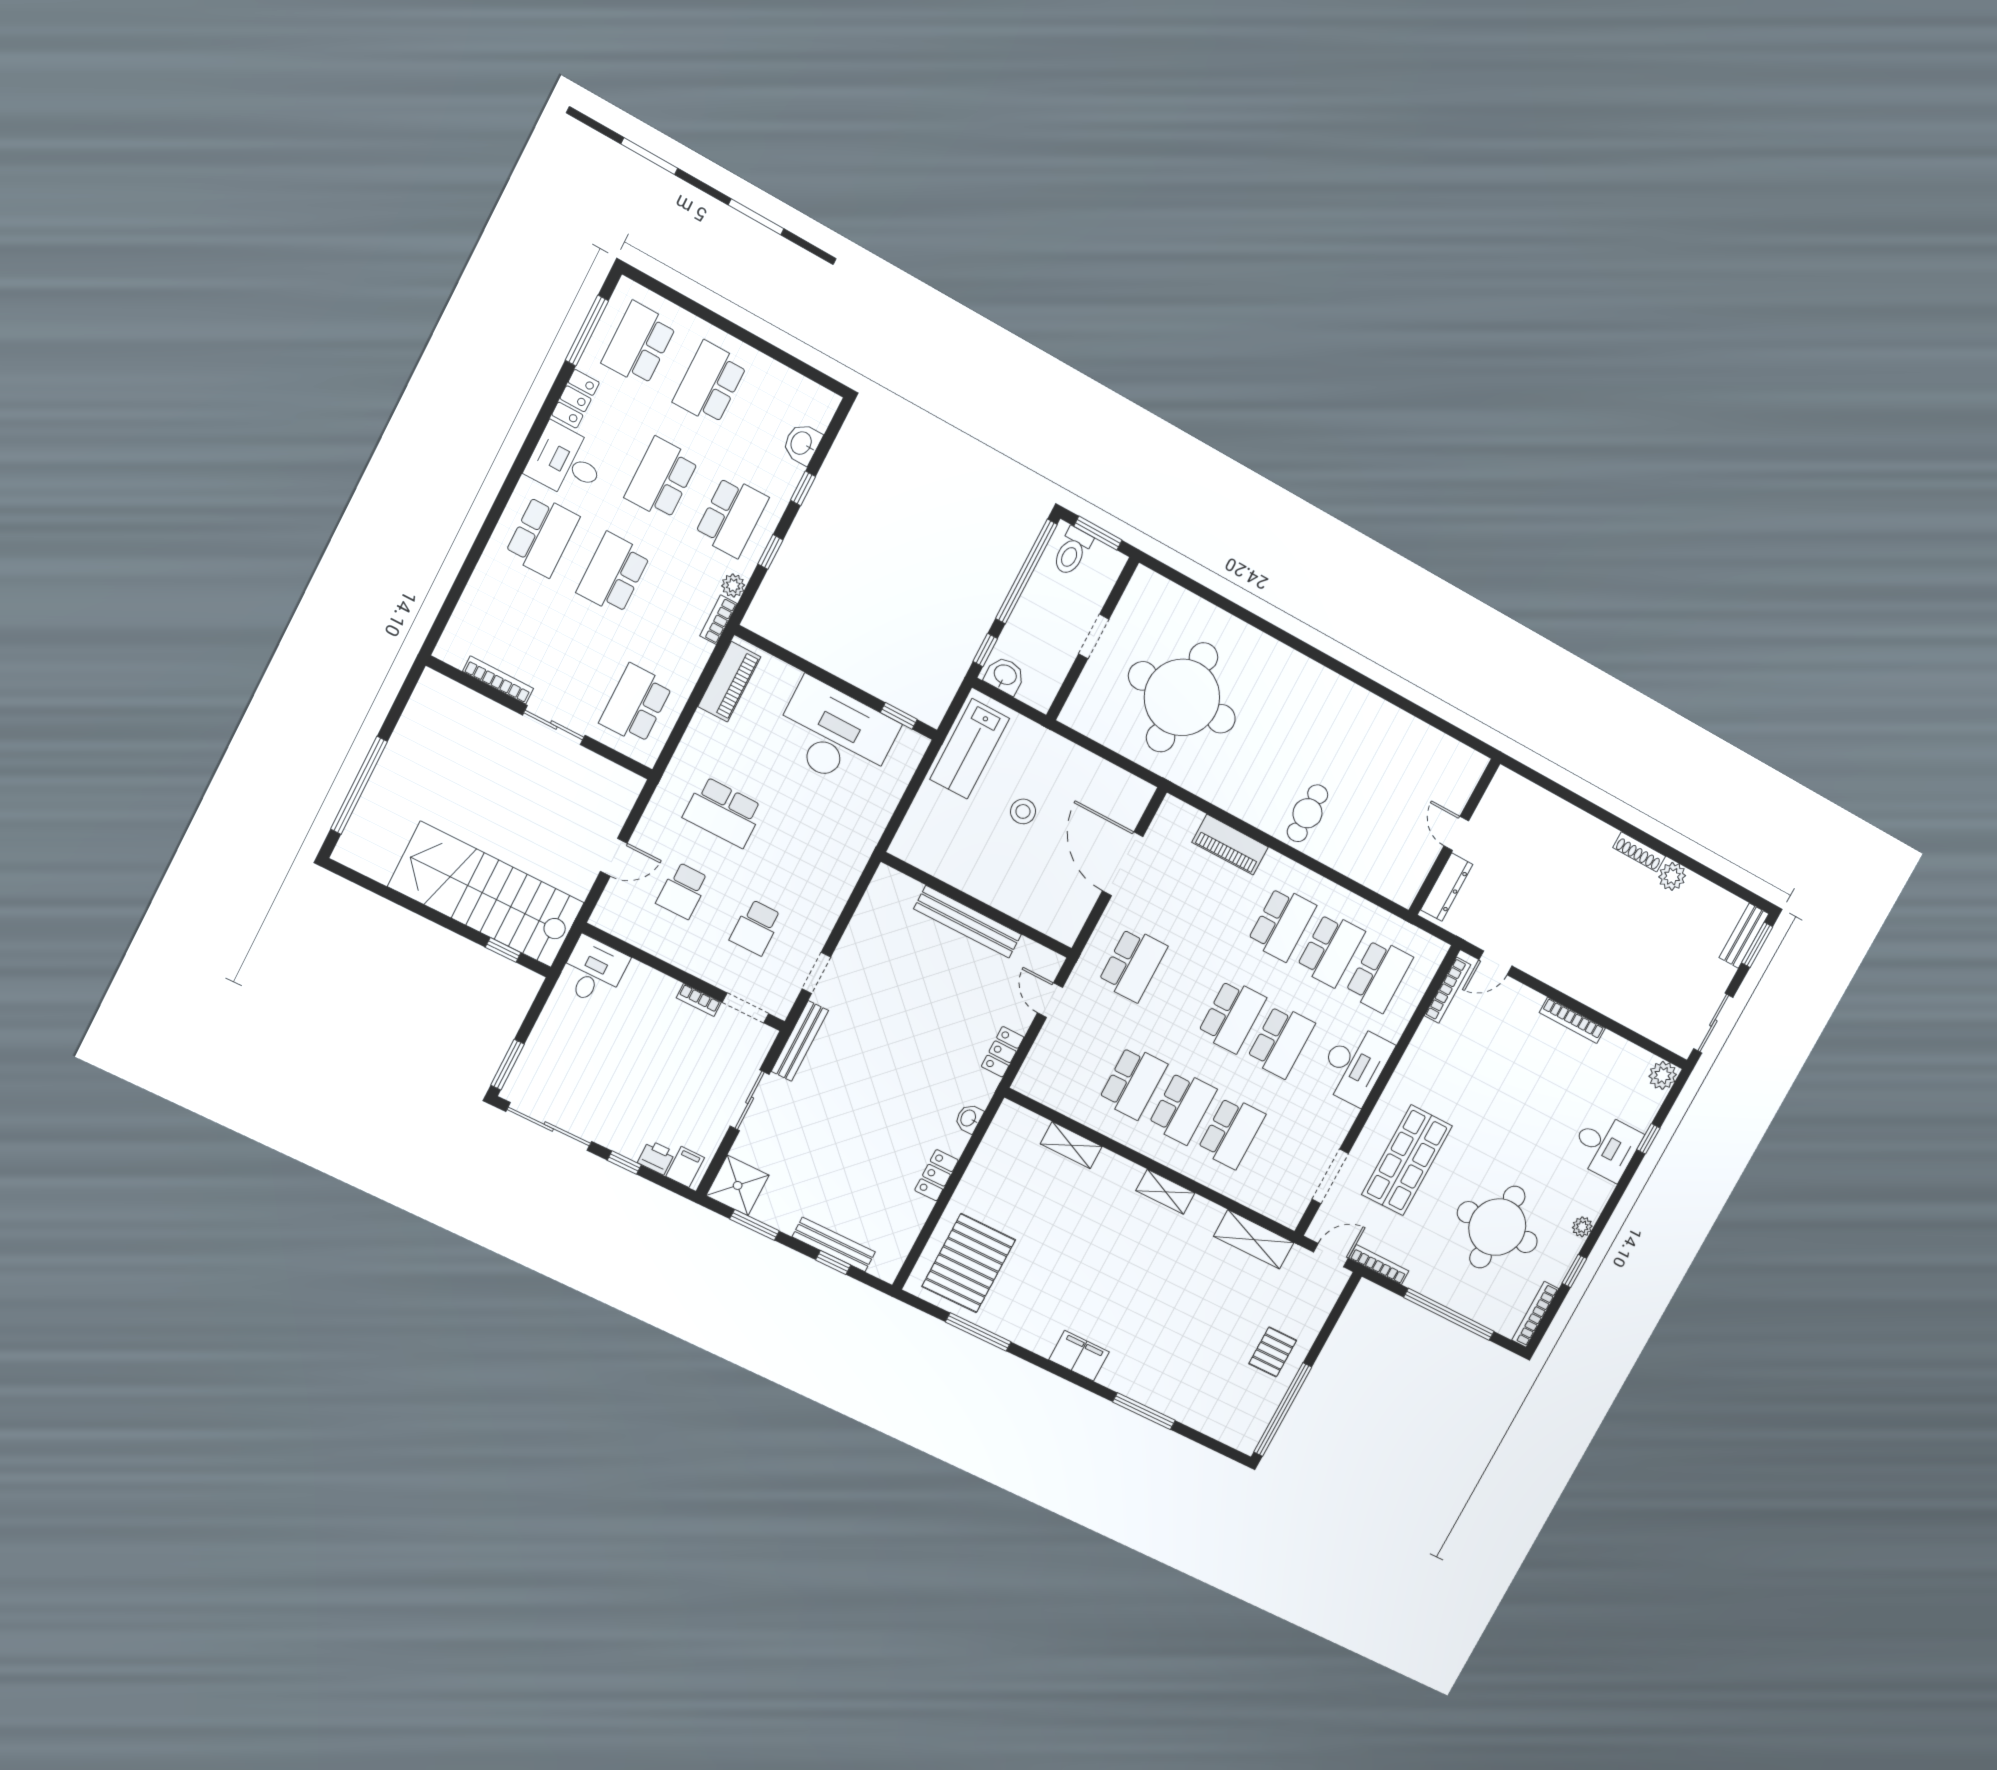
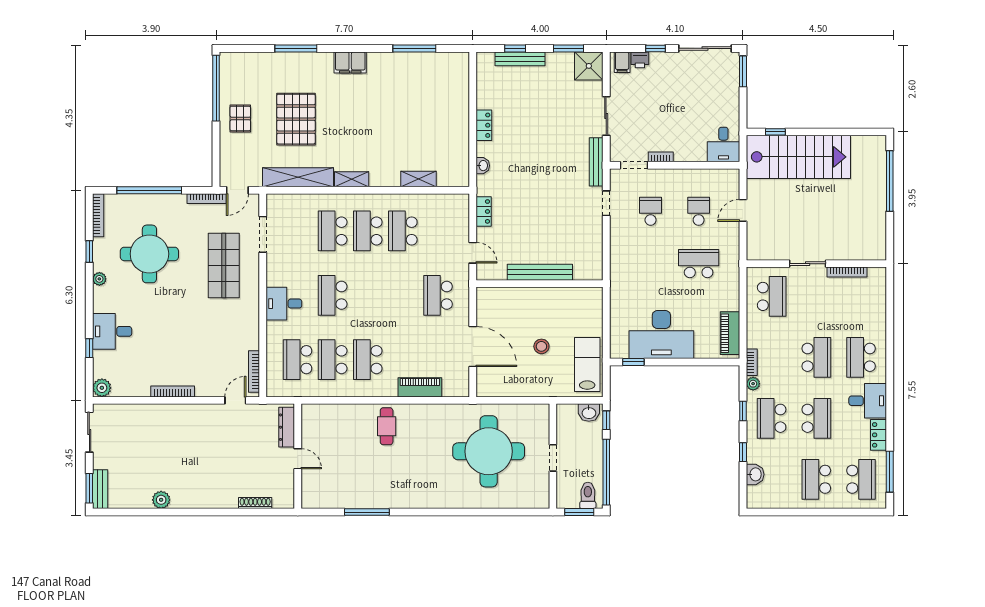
school desk: (710, 383) -> (816, 479), turned 180
window: (1403, 703) -> (367, 512), added
shoe rack: (1639, 852) -> (255, 503), moved
school desk: (1232, 1016) -> (368, 295), removed
desk: (1354, 1065) -> (284, 304), width x0.73
shelving: (1254, 1239) -> (298, 177), width x1.47
pallet: (969, 1263) -> (296, 119), moved

